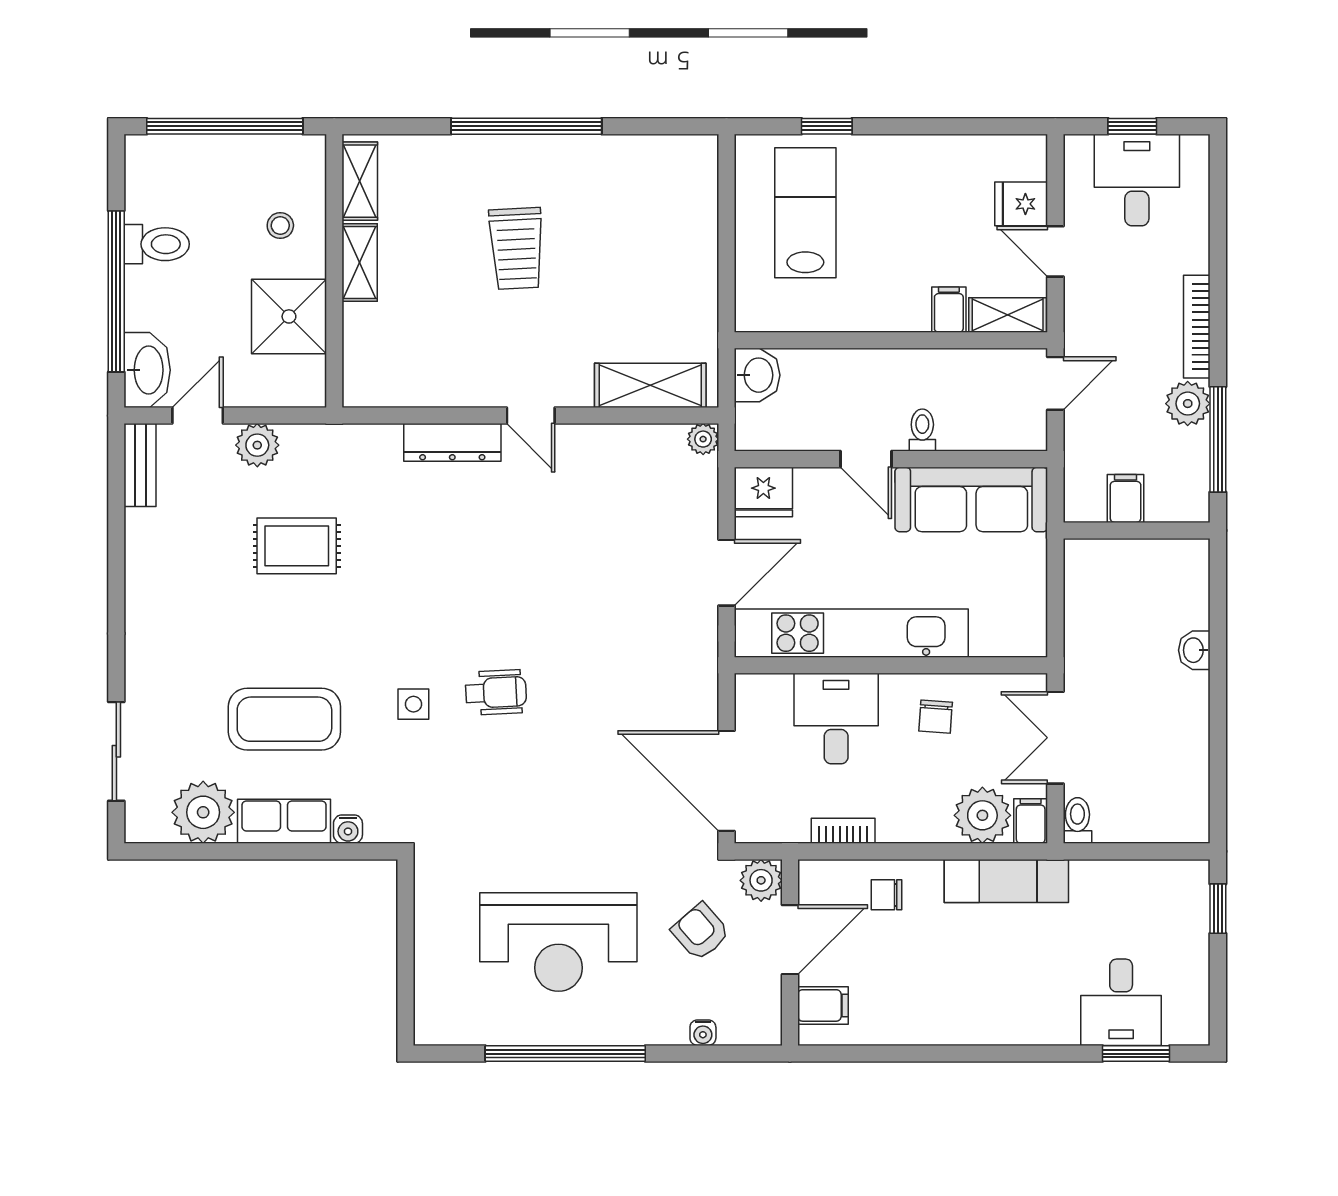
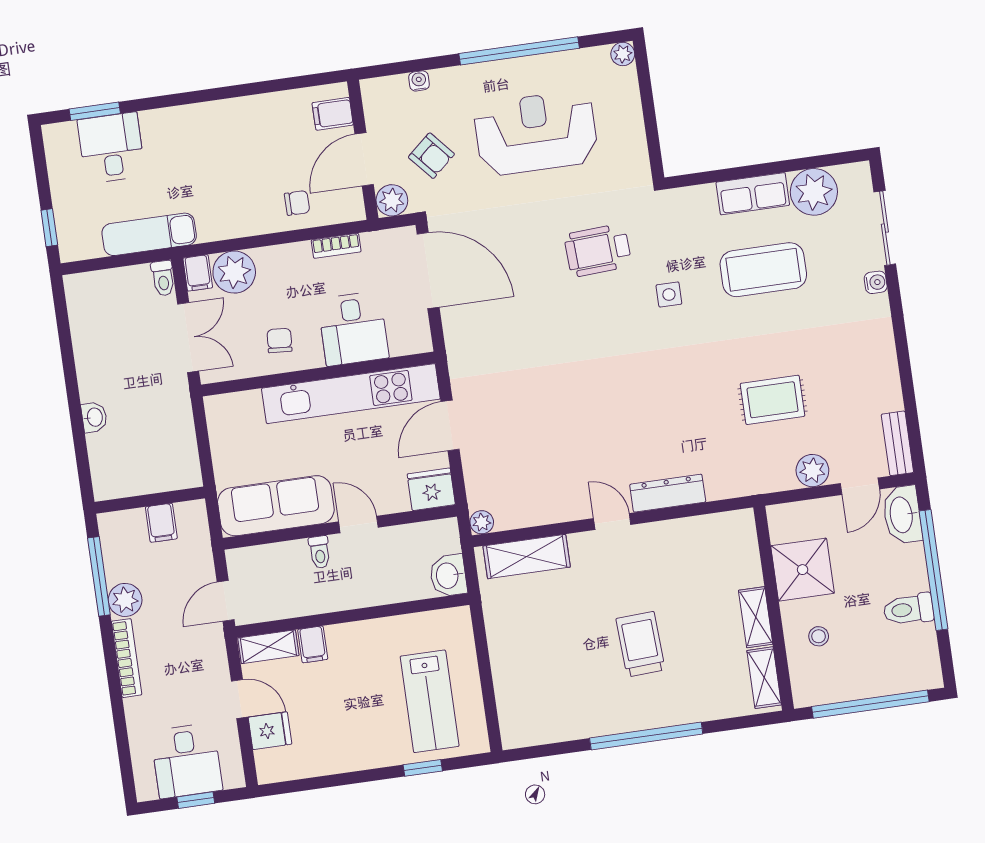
wheelchair: (496, 692) -> (598, 250), moved, width x1.36, depth x1.37
water cooler: (348, 829) -> (876, 282), moved, turned 90
exam couch: (1006, 881) -> (149, 234), moved
plant: (429, 1030) -> (623, 54), added

